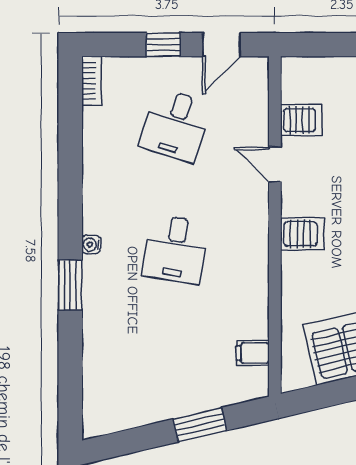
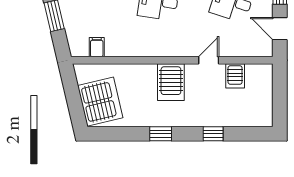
server rack: (302, 234) -> (171, 82), width x1.36, depth x1.44

